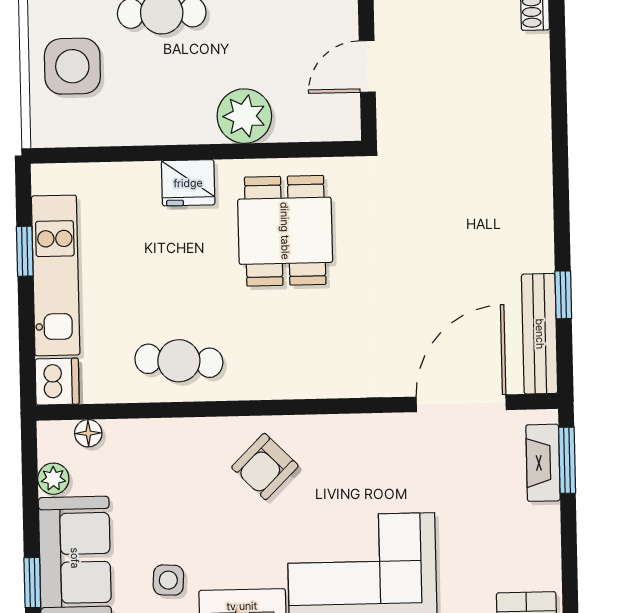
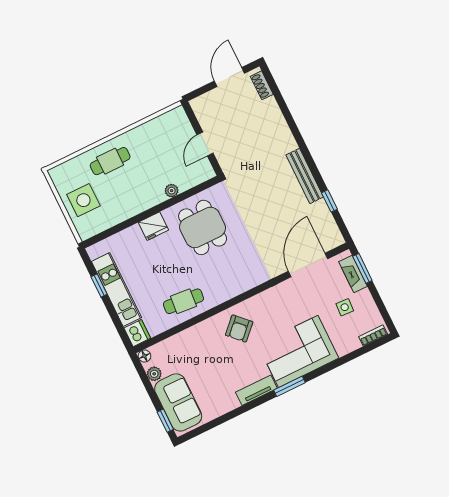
plant: (244, 116) -> (172, 191), width x0.53, depth x0.53
bench: (540, 334) -> (305, 176), moved
floor lamp: (88, 433) -> (144, 356), moved
side table: (168, 580) -> (345, 307), moved

